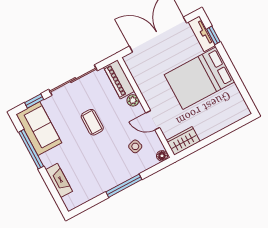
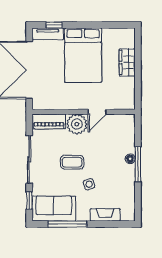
plant: (133, 100) -> (77, 124), width x1.88, depth x1.88
wardrobe: (183, 141) -> (127, 62), moved
side table: (135, 146) -> (89, 184), moved
floor lamp: (162, 156) -> (130, 159), moved

